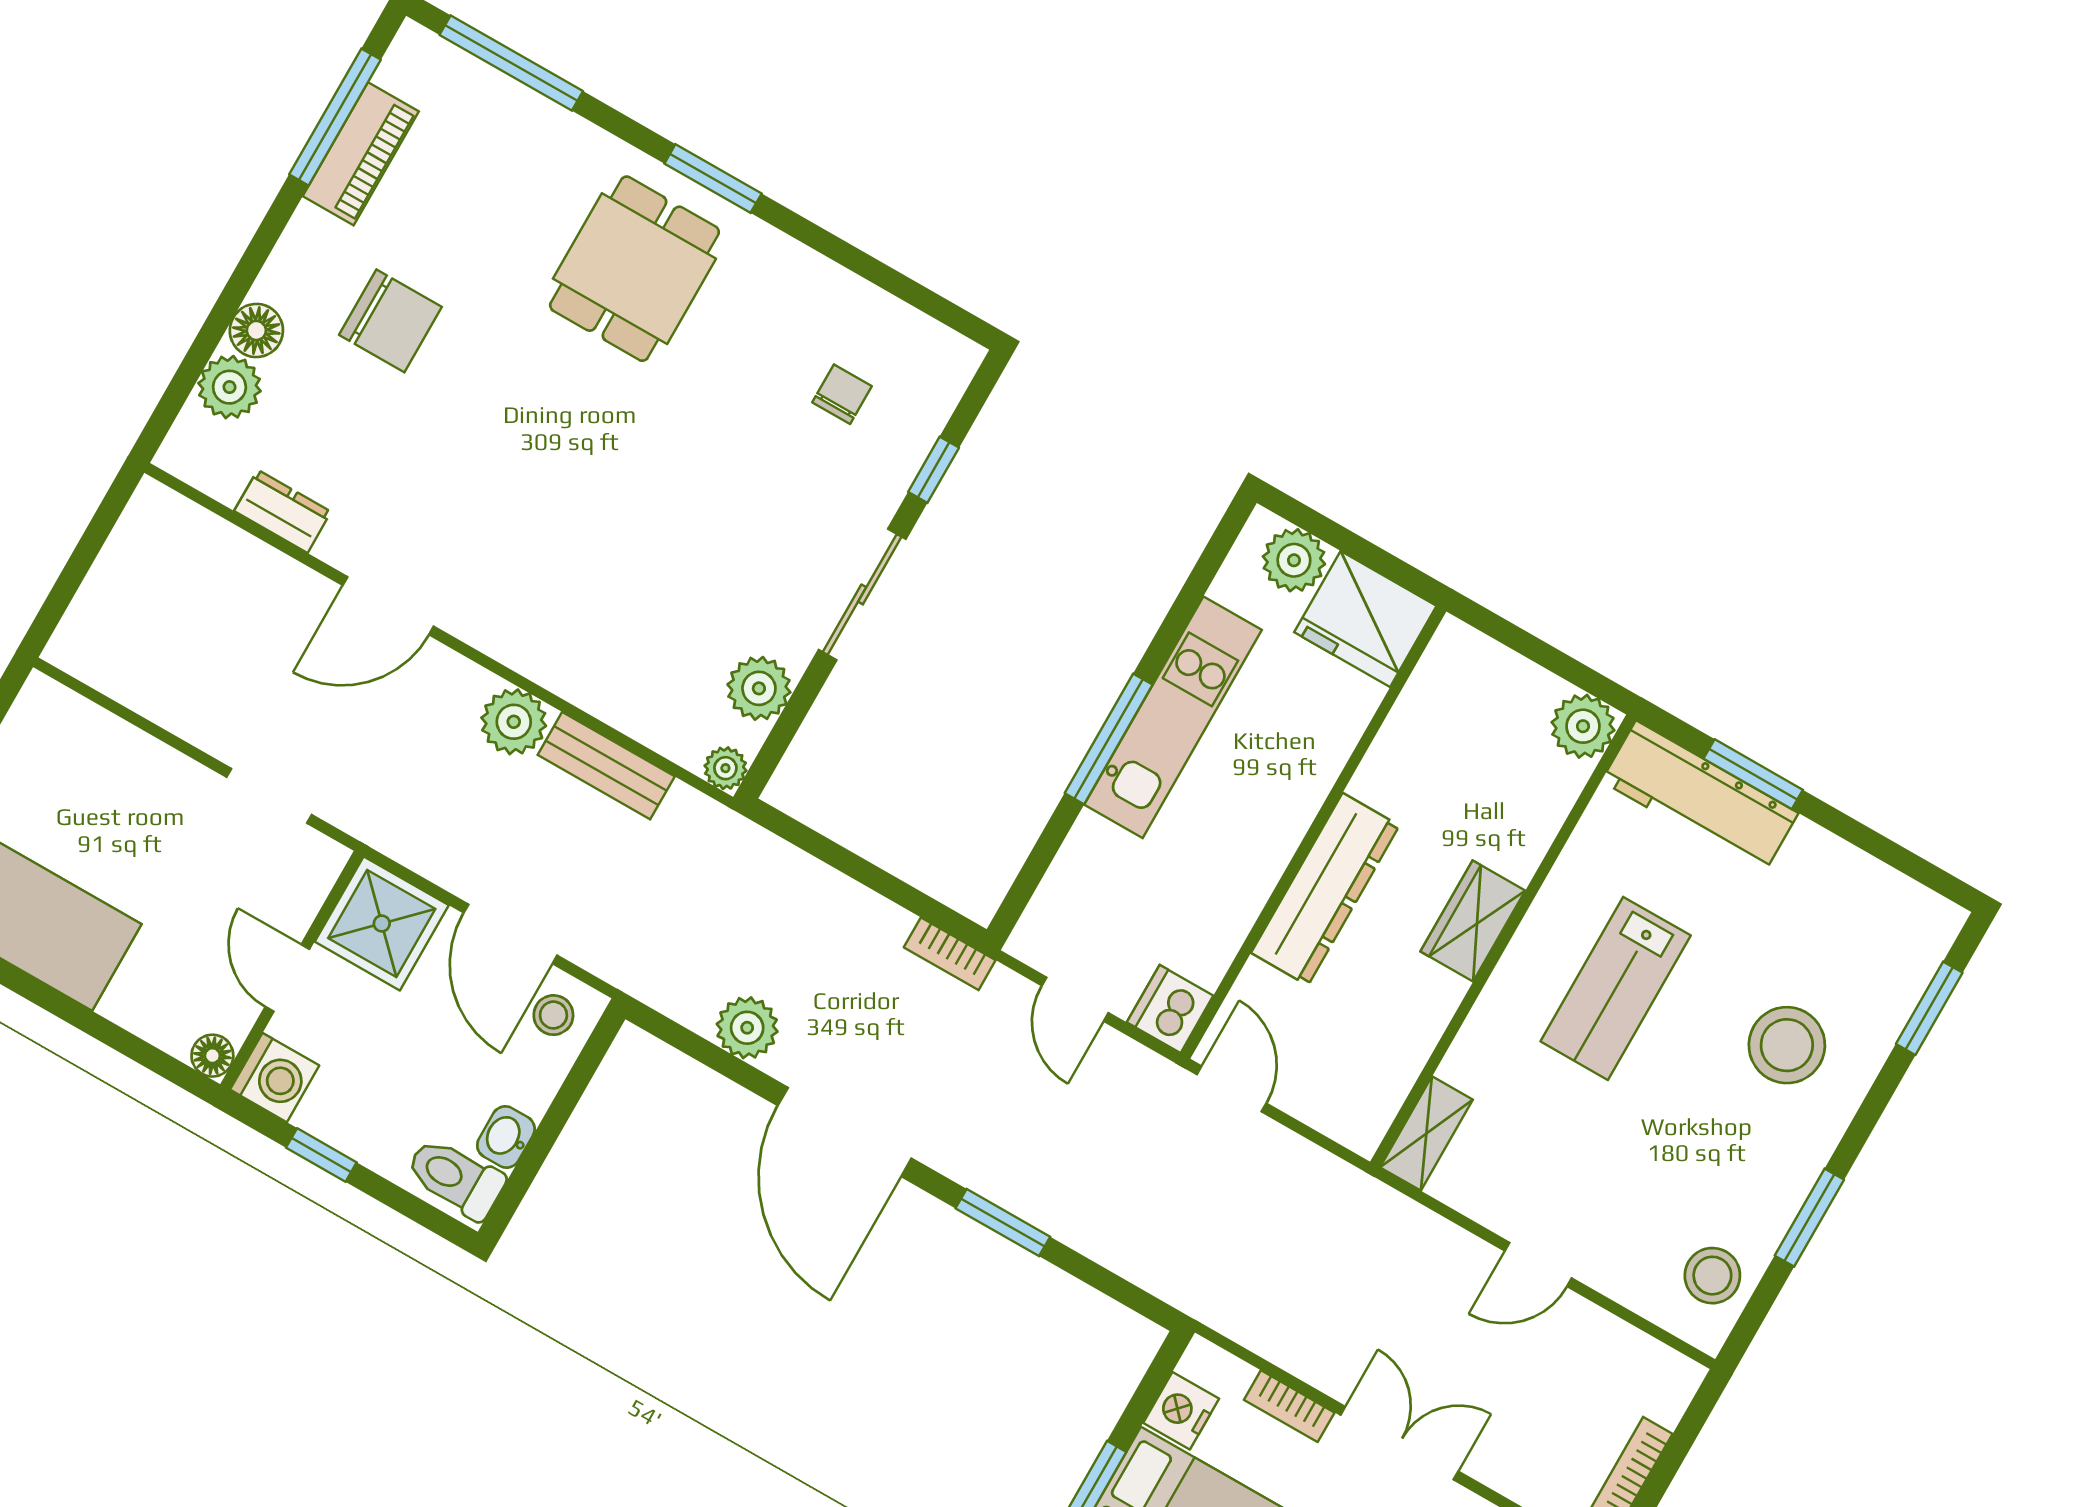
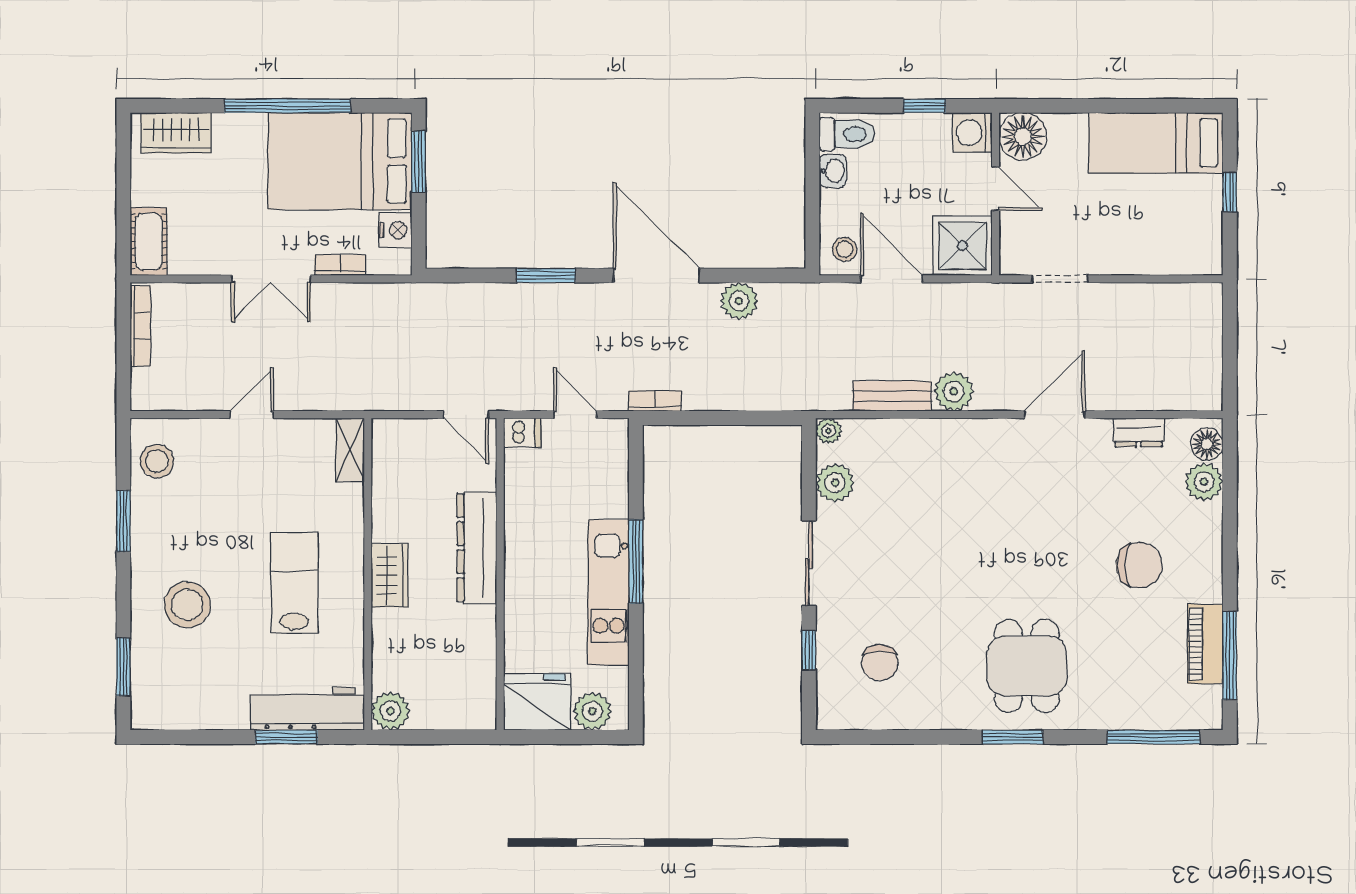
chair: (390, 321) -> (1139, 565), turned 180
floor lamp: (256, 330) -> (1207, 444), moved
chair: (842, 394) -> (880, 662), width x1.37, depth x1.37
dishwasher: (1170, 1009) -> (522, 433), width x0.73
floor lamp: (212, 1056) -> (1023, 136), width x1.89, depth x1.89

